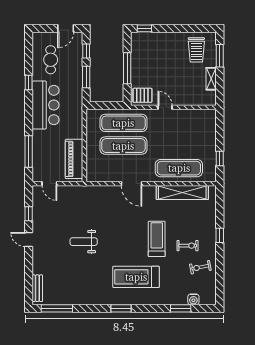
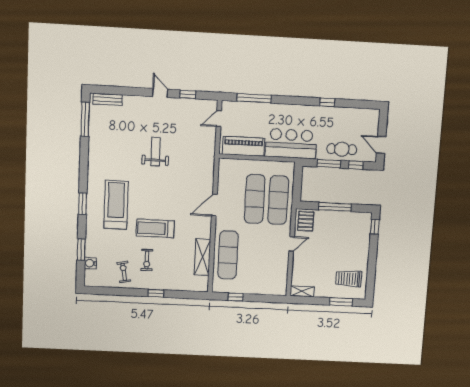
cafe table: (51, 60) -> (342, 149), moved
shelving: (211, 79) -> (302, 291), moved
bar counter: (46, 105) -> (291, 144), moved, turned 180
shelving: (182, 192) -> (202, 257), width x0.68
treadmill: (157, 239) -> (155, 228), turned 180
door: (29, 240) -> (160, 93), hinge flipped
window: (121, 308) -> (83, 204), moved

